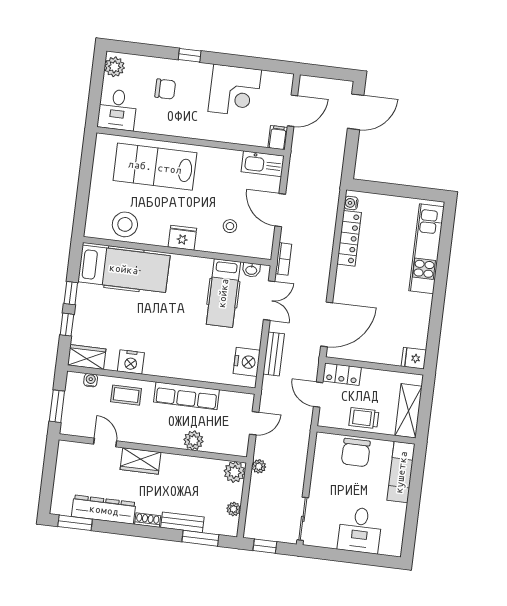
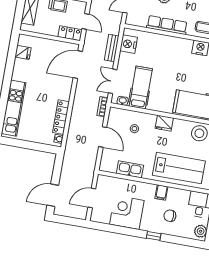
filing cabinet: (278, 138) -> (161, 192), moved
kitchen sink: (263, 164) -> (130, 169), moved
fridge: (414, 358) -> (23, 52), moved

